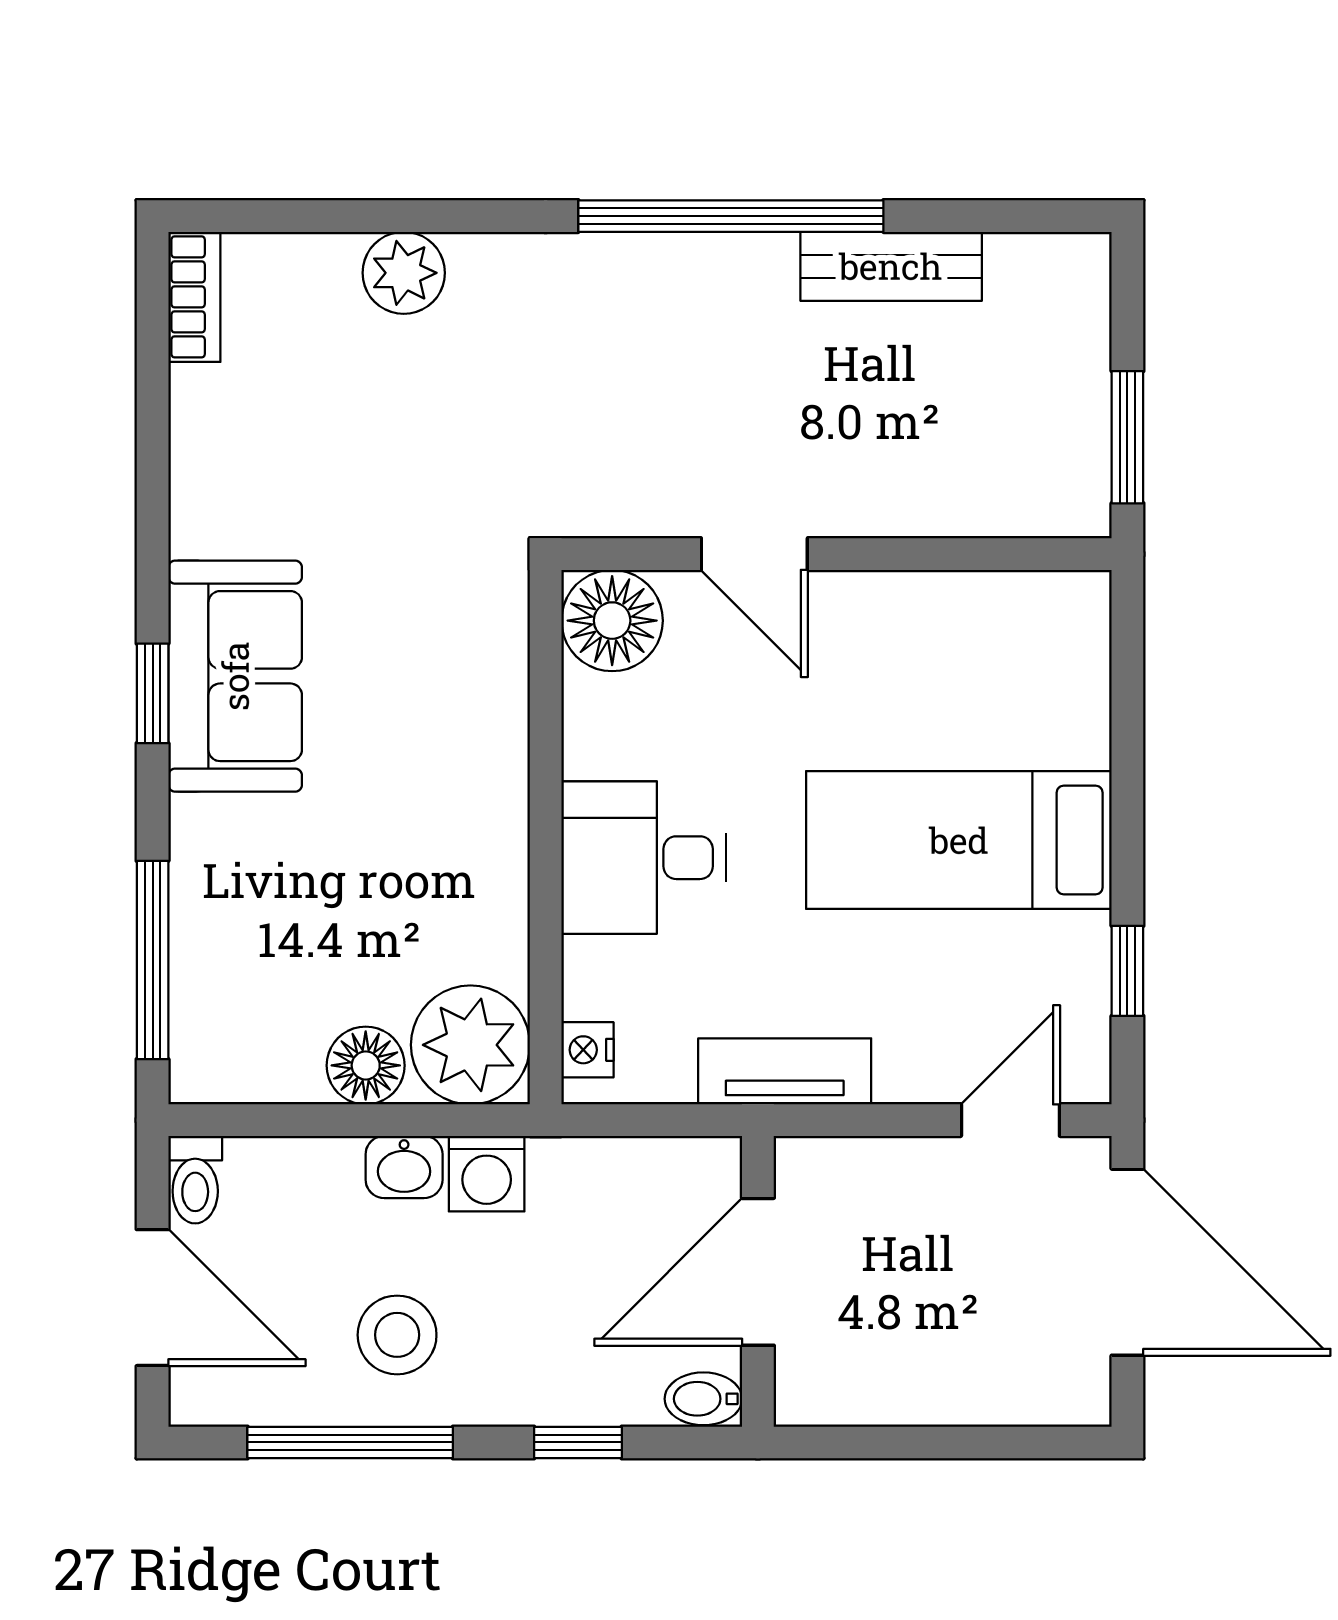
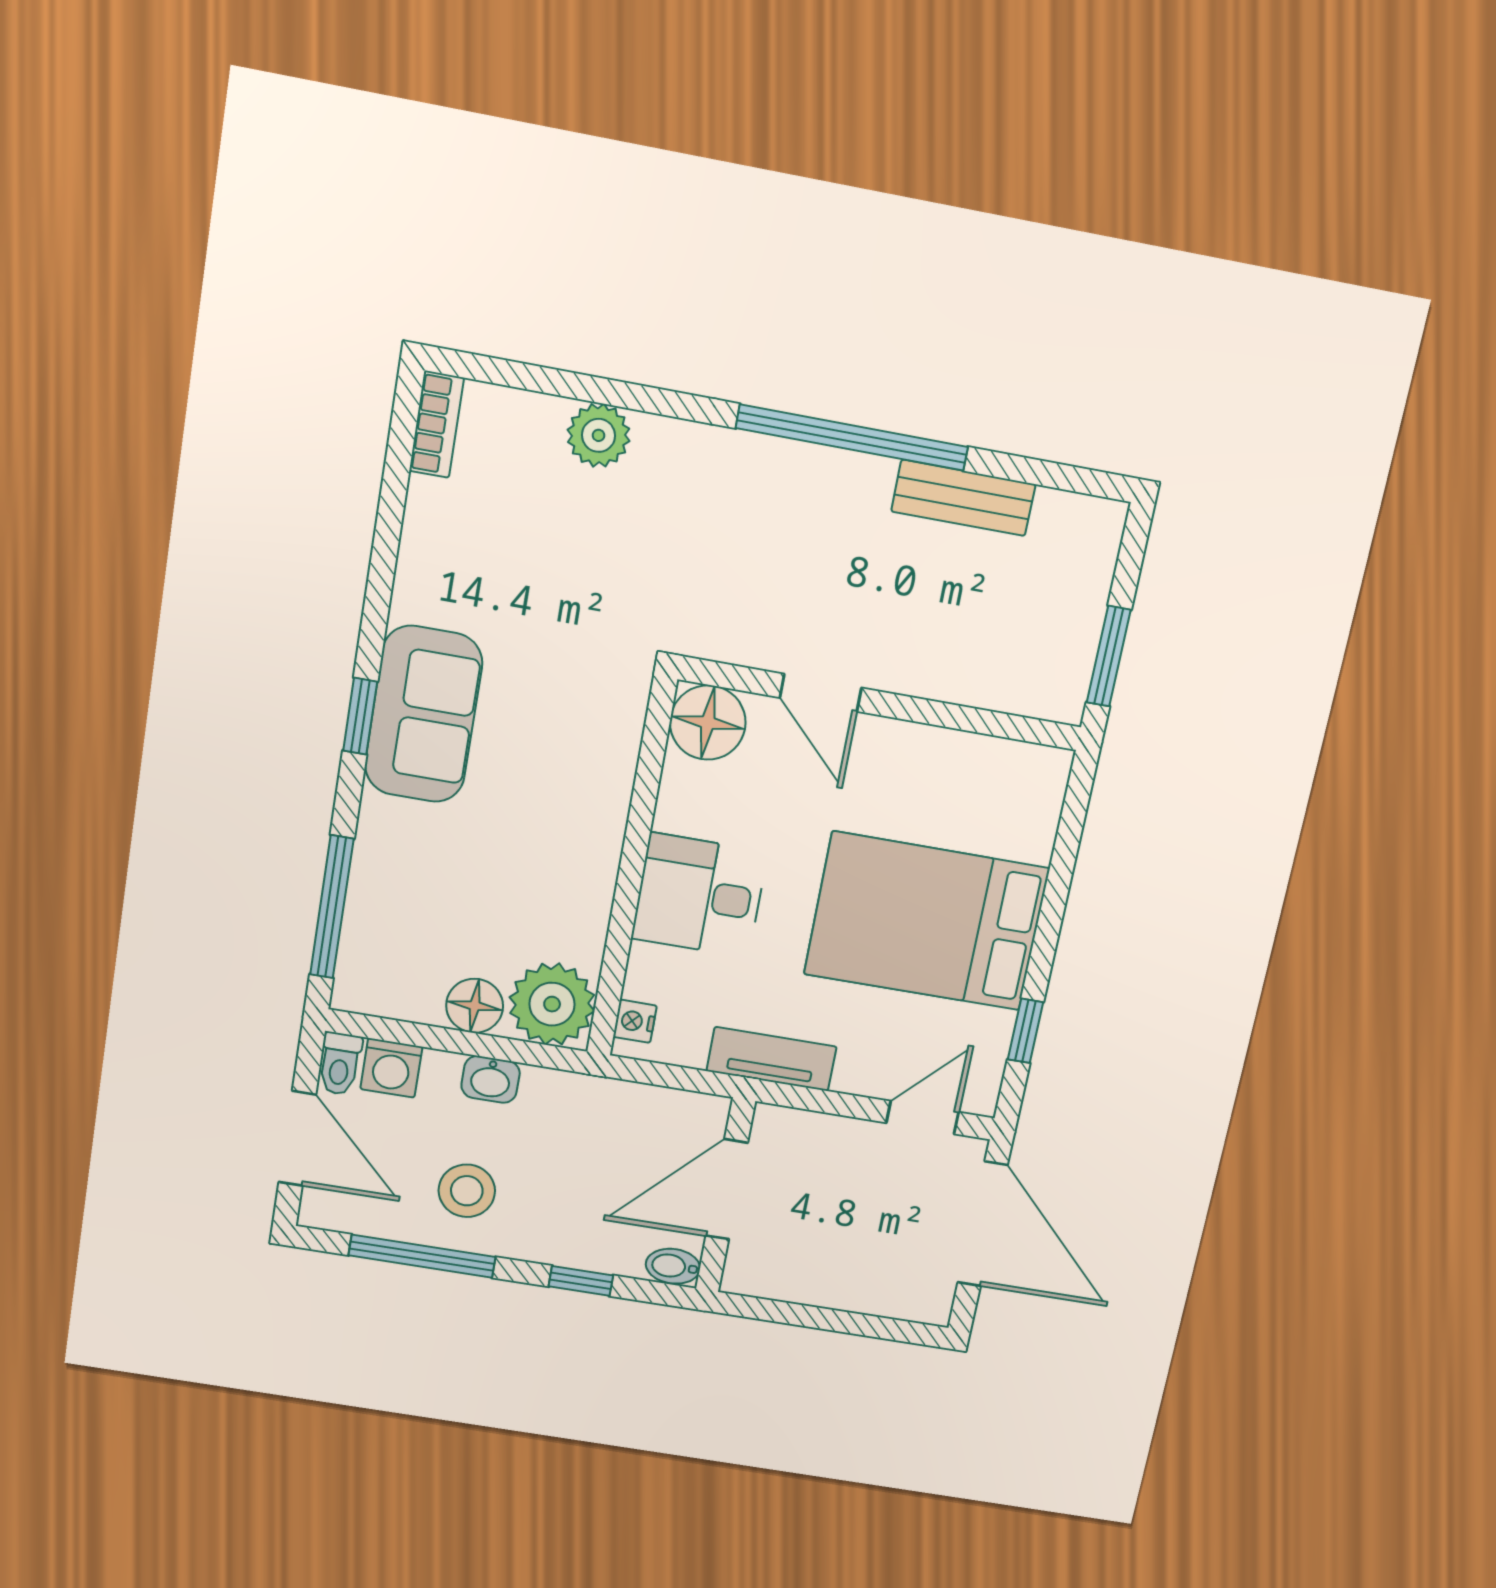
bed: (959, 840) -> (927, 921), width x1.50
washing machine: (487, 1174) -> (391, 1068), moved

